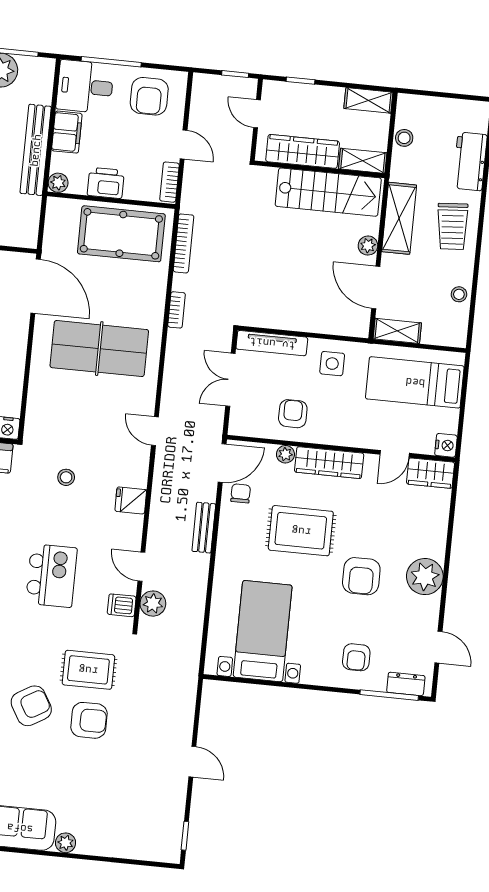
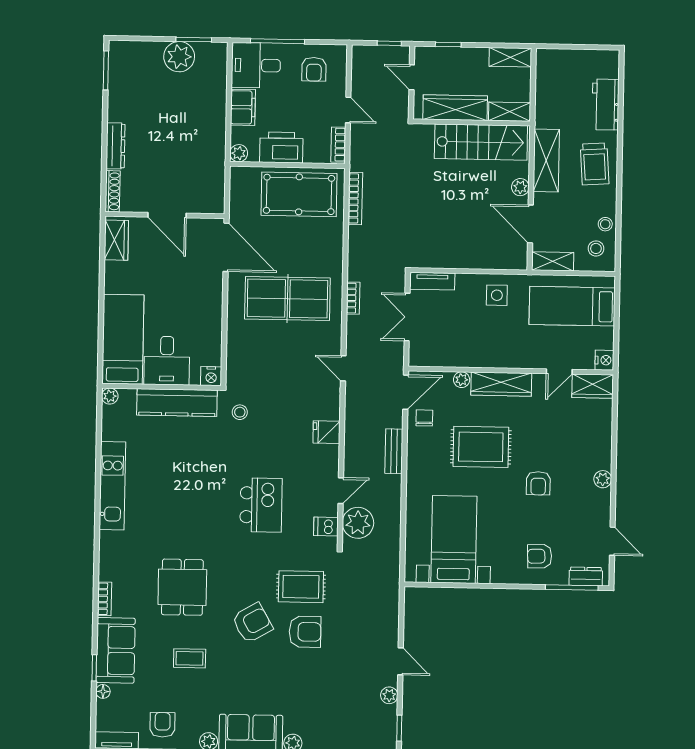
armchair: (149, 96) -> (314, 69), width x0.72, depth x0.72
stool: (404, 138) -> (596, 248), moved
bench: (36, 150) -> (216, 125), removed
printer: (106, 183) -> (281, 147), width x1.37, depth x1.19
bookcase: (177, 310) -> (353, 298), moved
tv unit: (272, 343) -> (432, 281), width x0.71
armchair: (293, 414) -> (465, 343), removed
stool: (66, 477) -> (240, 412), moved
door: (141, 567) -> (341, 491), swing flipped
armchair: (361, 576) -> (538, 483), width x0.72, depth x0.72
plant: (425, 577) -> (603, 479), width x0.53, depth x0.53
plant: (153, 604) -> (358, 523), width x1.36, depth x1.36
armchair: (356, 657) -> (540, 556), turned 88
plant: (177, 798) -> (389, 695), added

